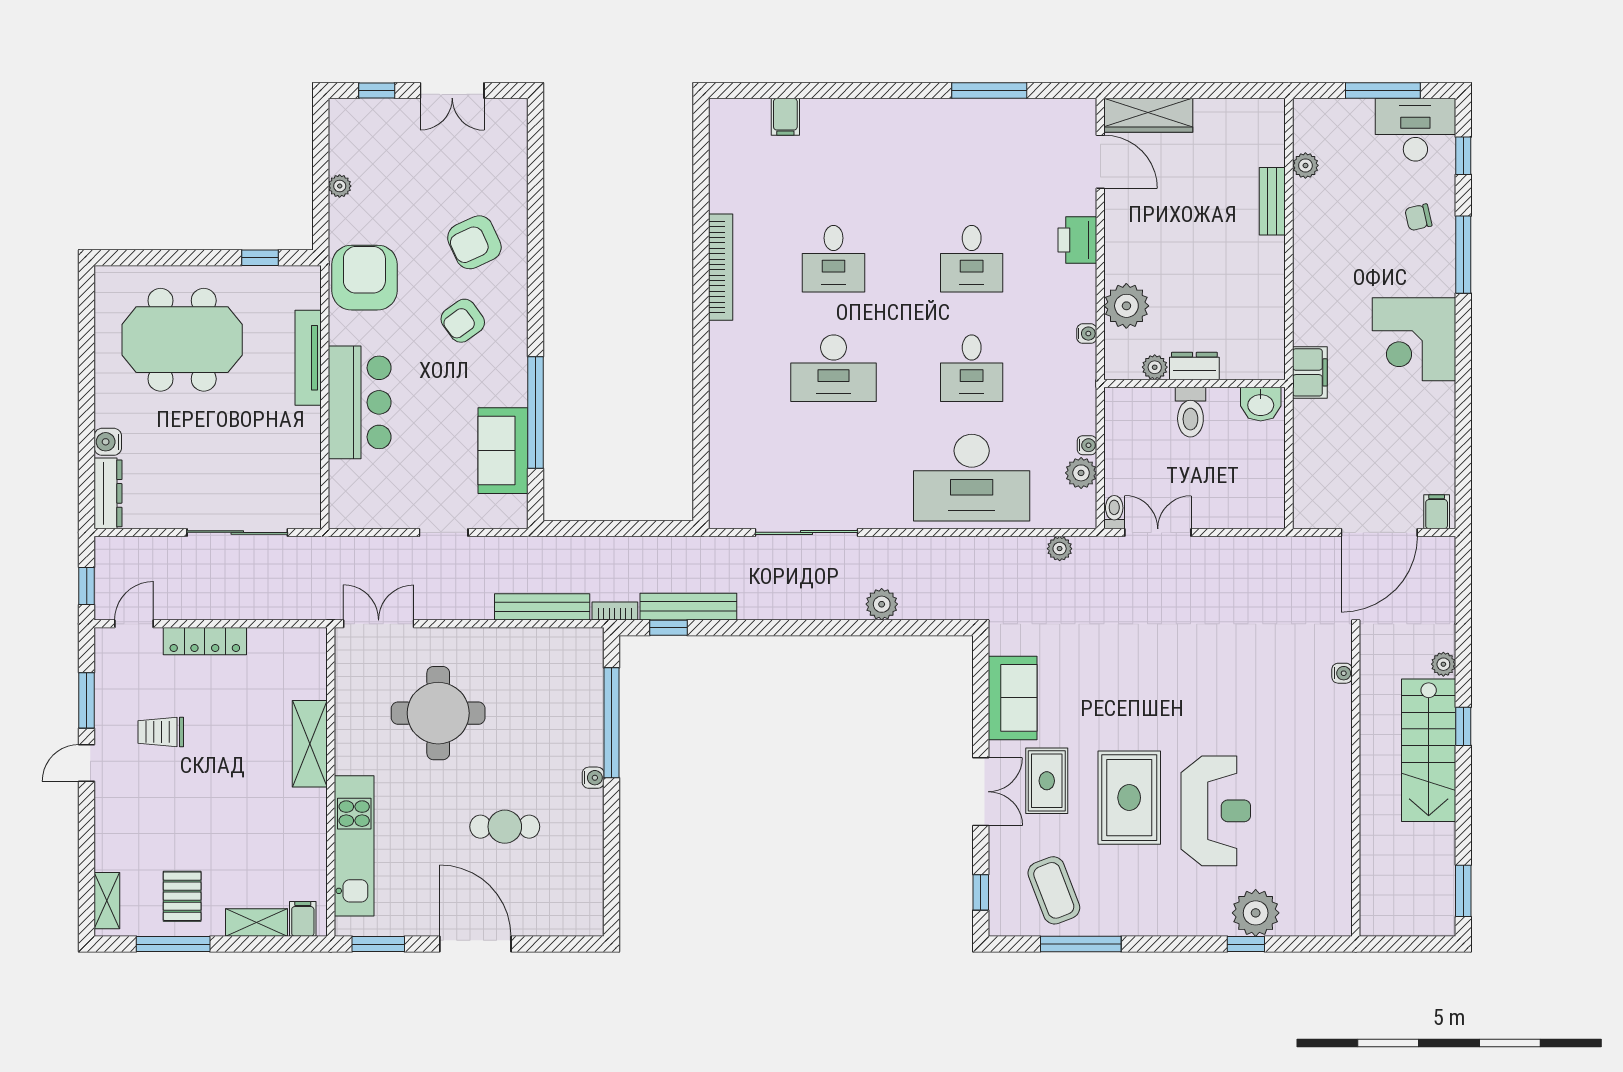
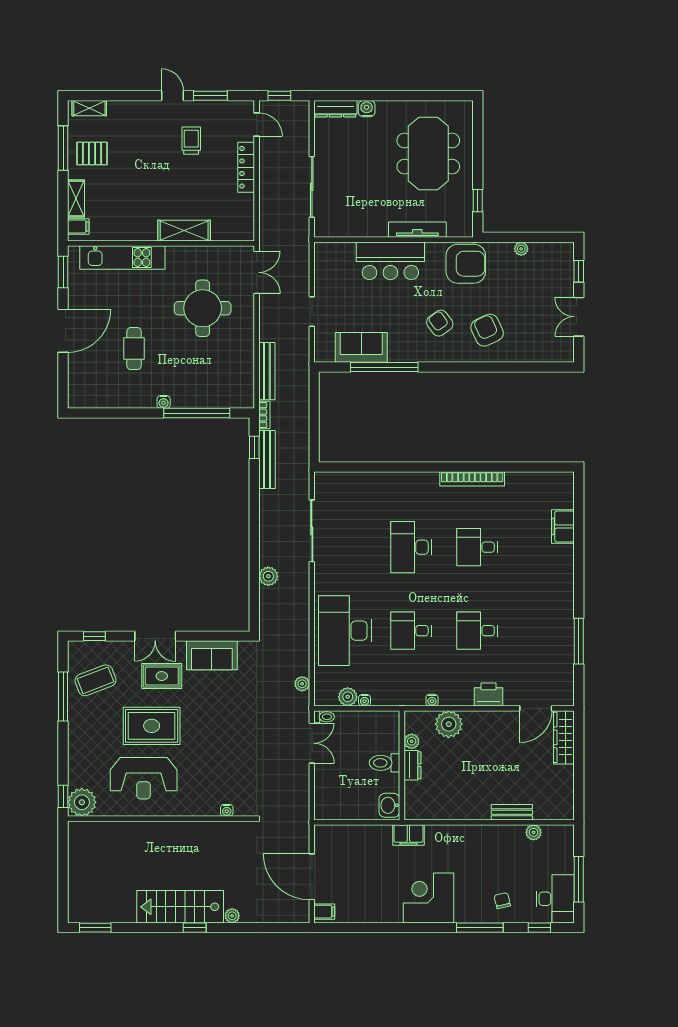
filing cabinet: (785, 117) -> (563, 527), width x2.00
water cooler: (1342, 673) -> (227, 810), moved
wall: (1356, 782) -> (161, 819), moved

